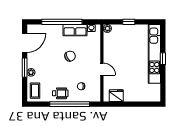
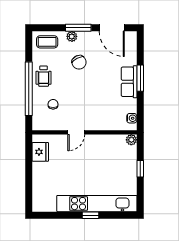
window: (62, 22) -> (140, 78), width x0.47
row of seats: (75, 30) -> (129, 82), moved
chair: (70, 56) -> (79, 62), moved

